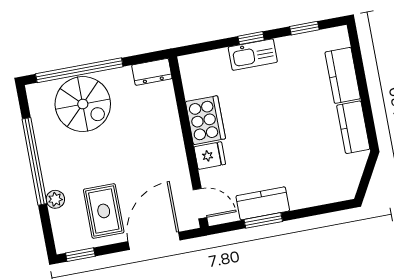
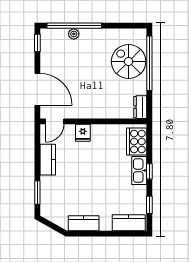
kitchen counter: (343, 75) -> (129, 223), moved
spiral stairs: (83, 104) -> (129, 62), turned 90
cooker: (205, 120) -> (137, 142), moved, turned 90
window: (34, 161) -> (74, 26), moved
rug: (104, 211) -> (61, 62), removed
window: (263, 220) -> (37, 193), moved

